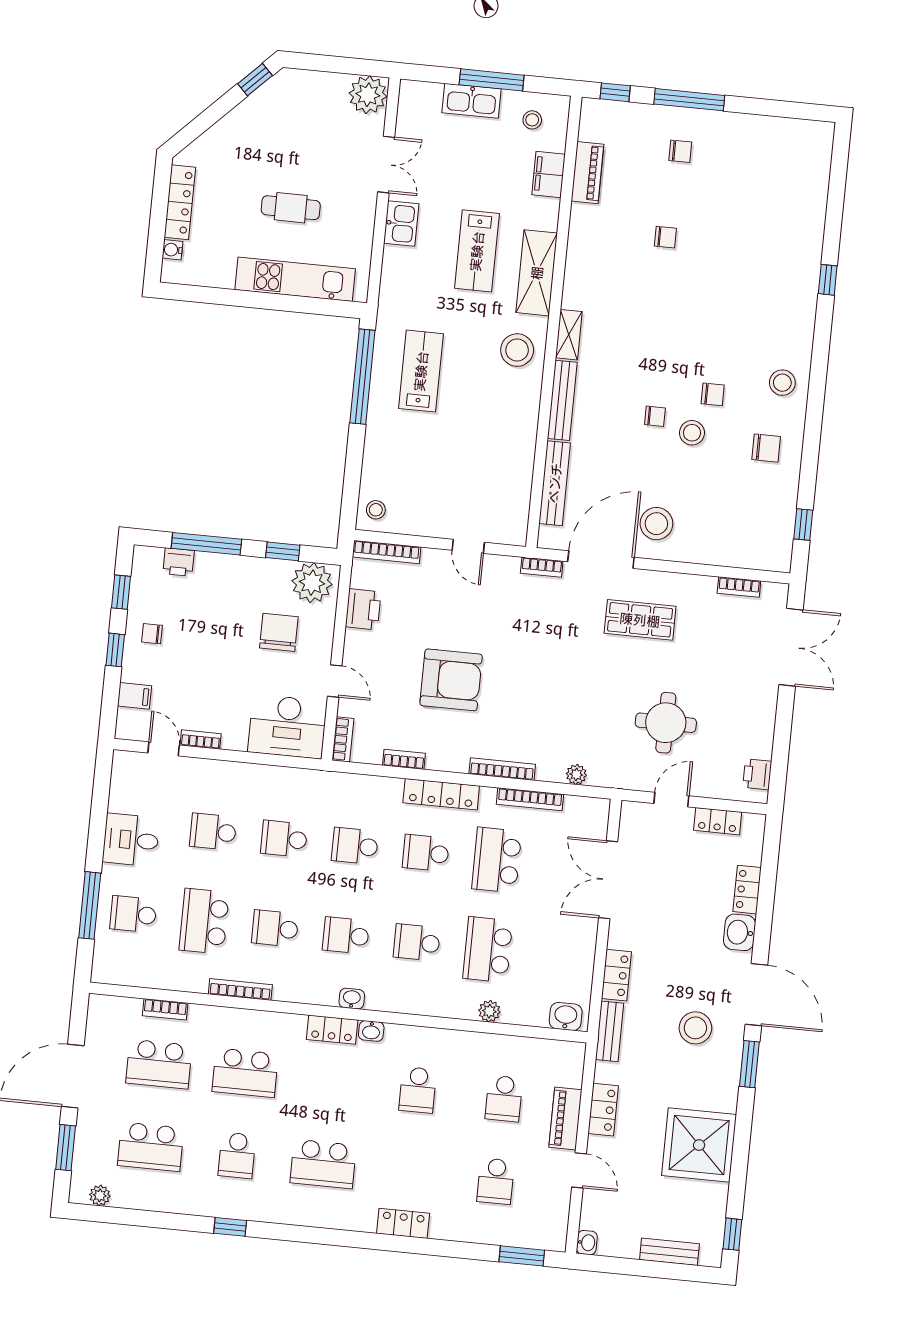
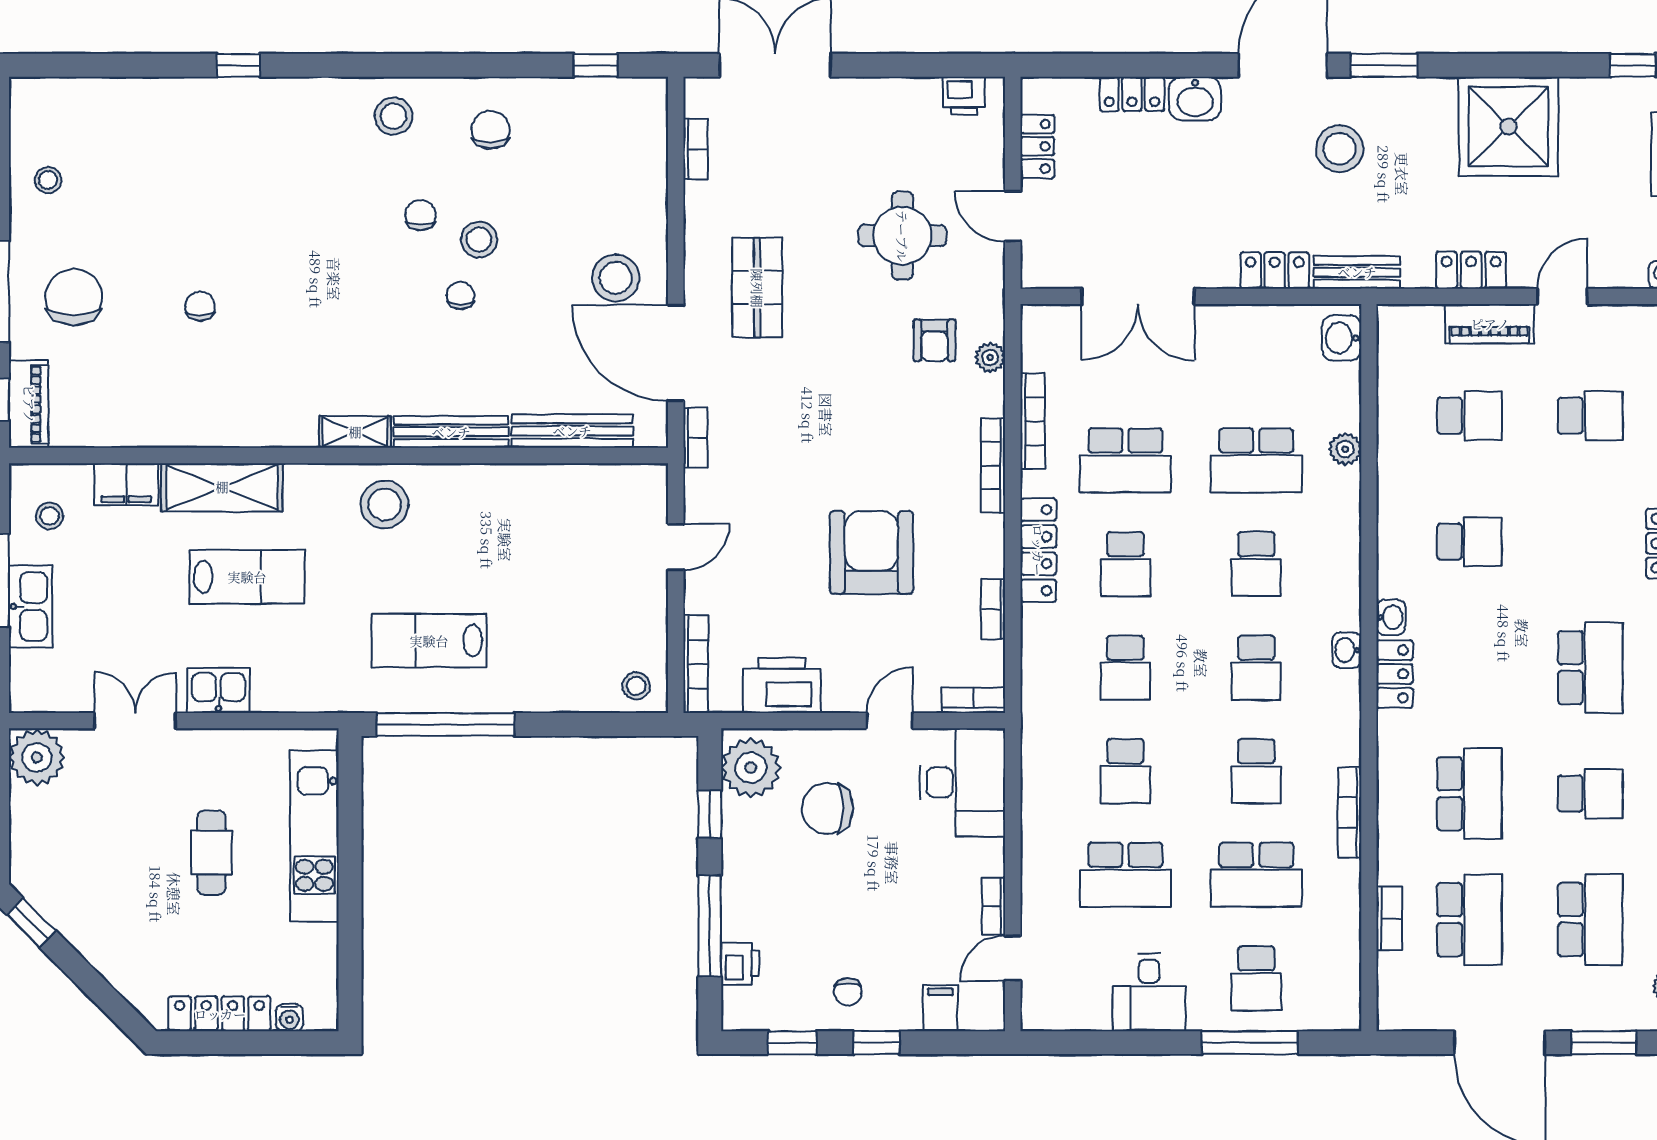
stool: (762, 142) -> (48, 180), added
chair: (680, 151) -> (74, 297), width x1.87, depth x1.87
piano: (587, 173) -> (29, 404), moved, turned 90
shelving: (537, 273) -> (222, 487), moved
printer: (363, 609) -> (782, 685), width x1.37, depth x1.19
armchair: (592, 738) -> (935, 340), added
school desk: (213, 832) -> (1125, 875), width x1.85

